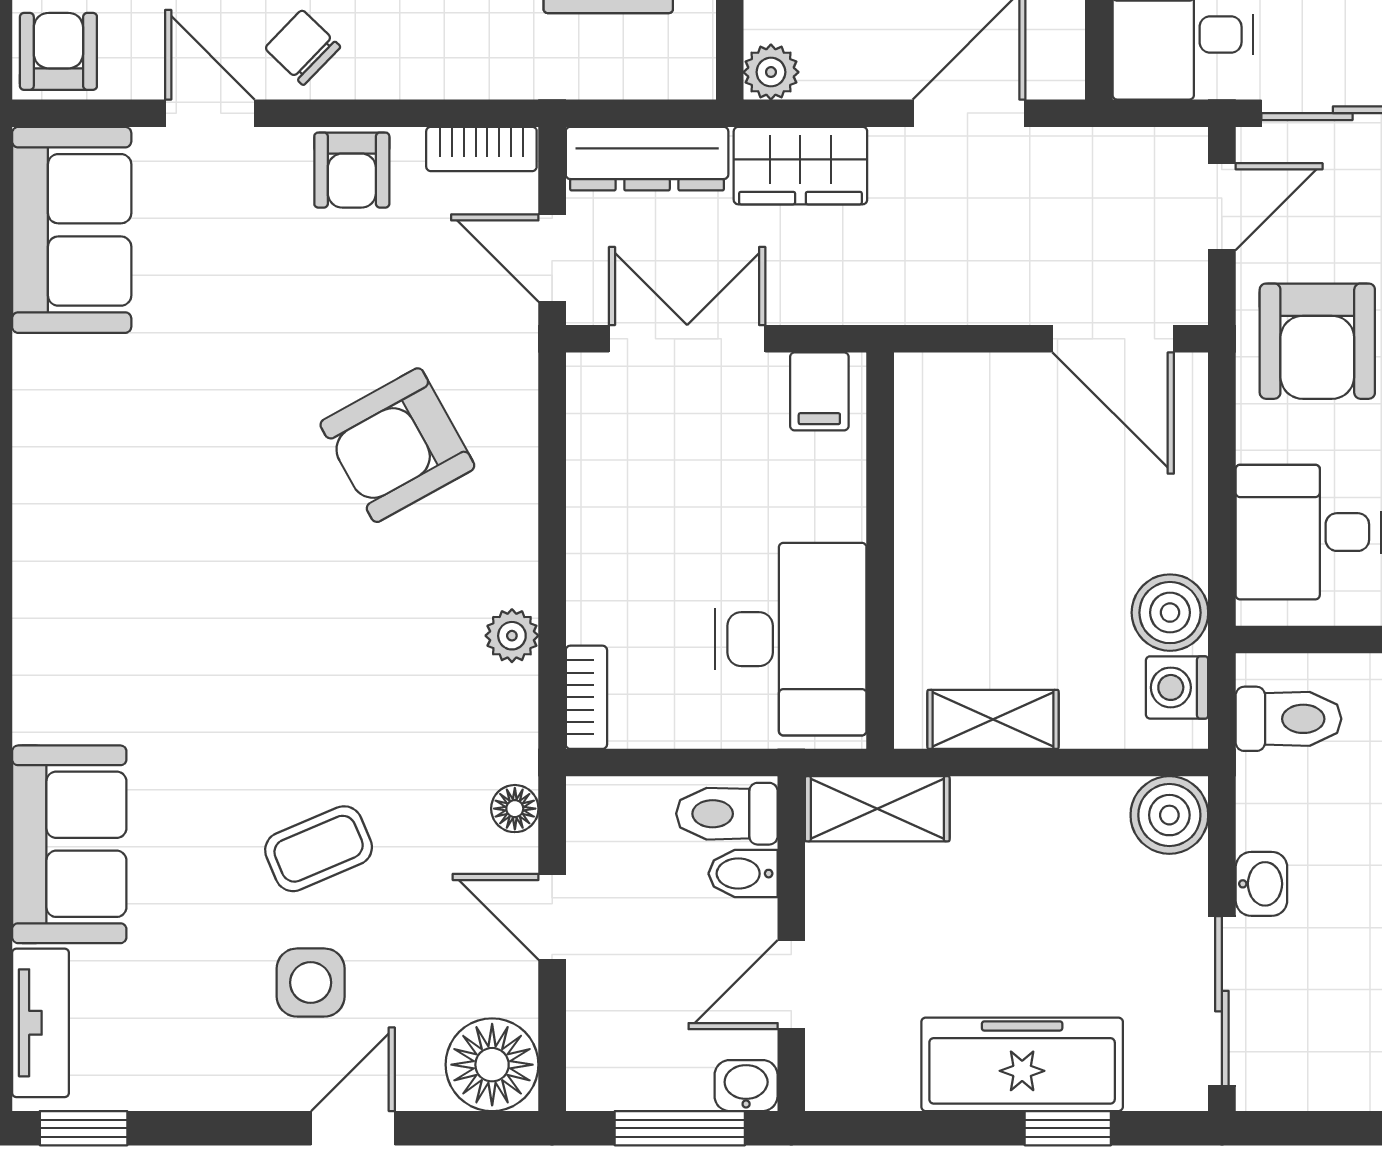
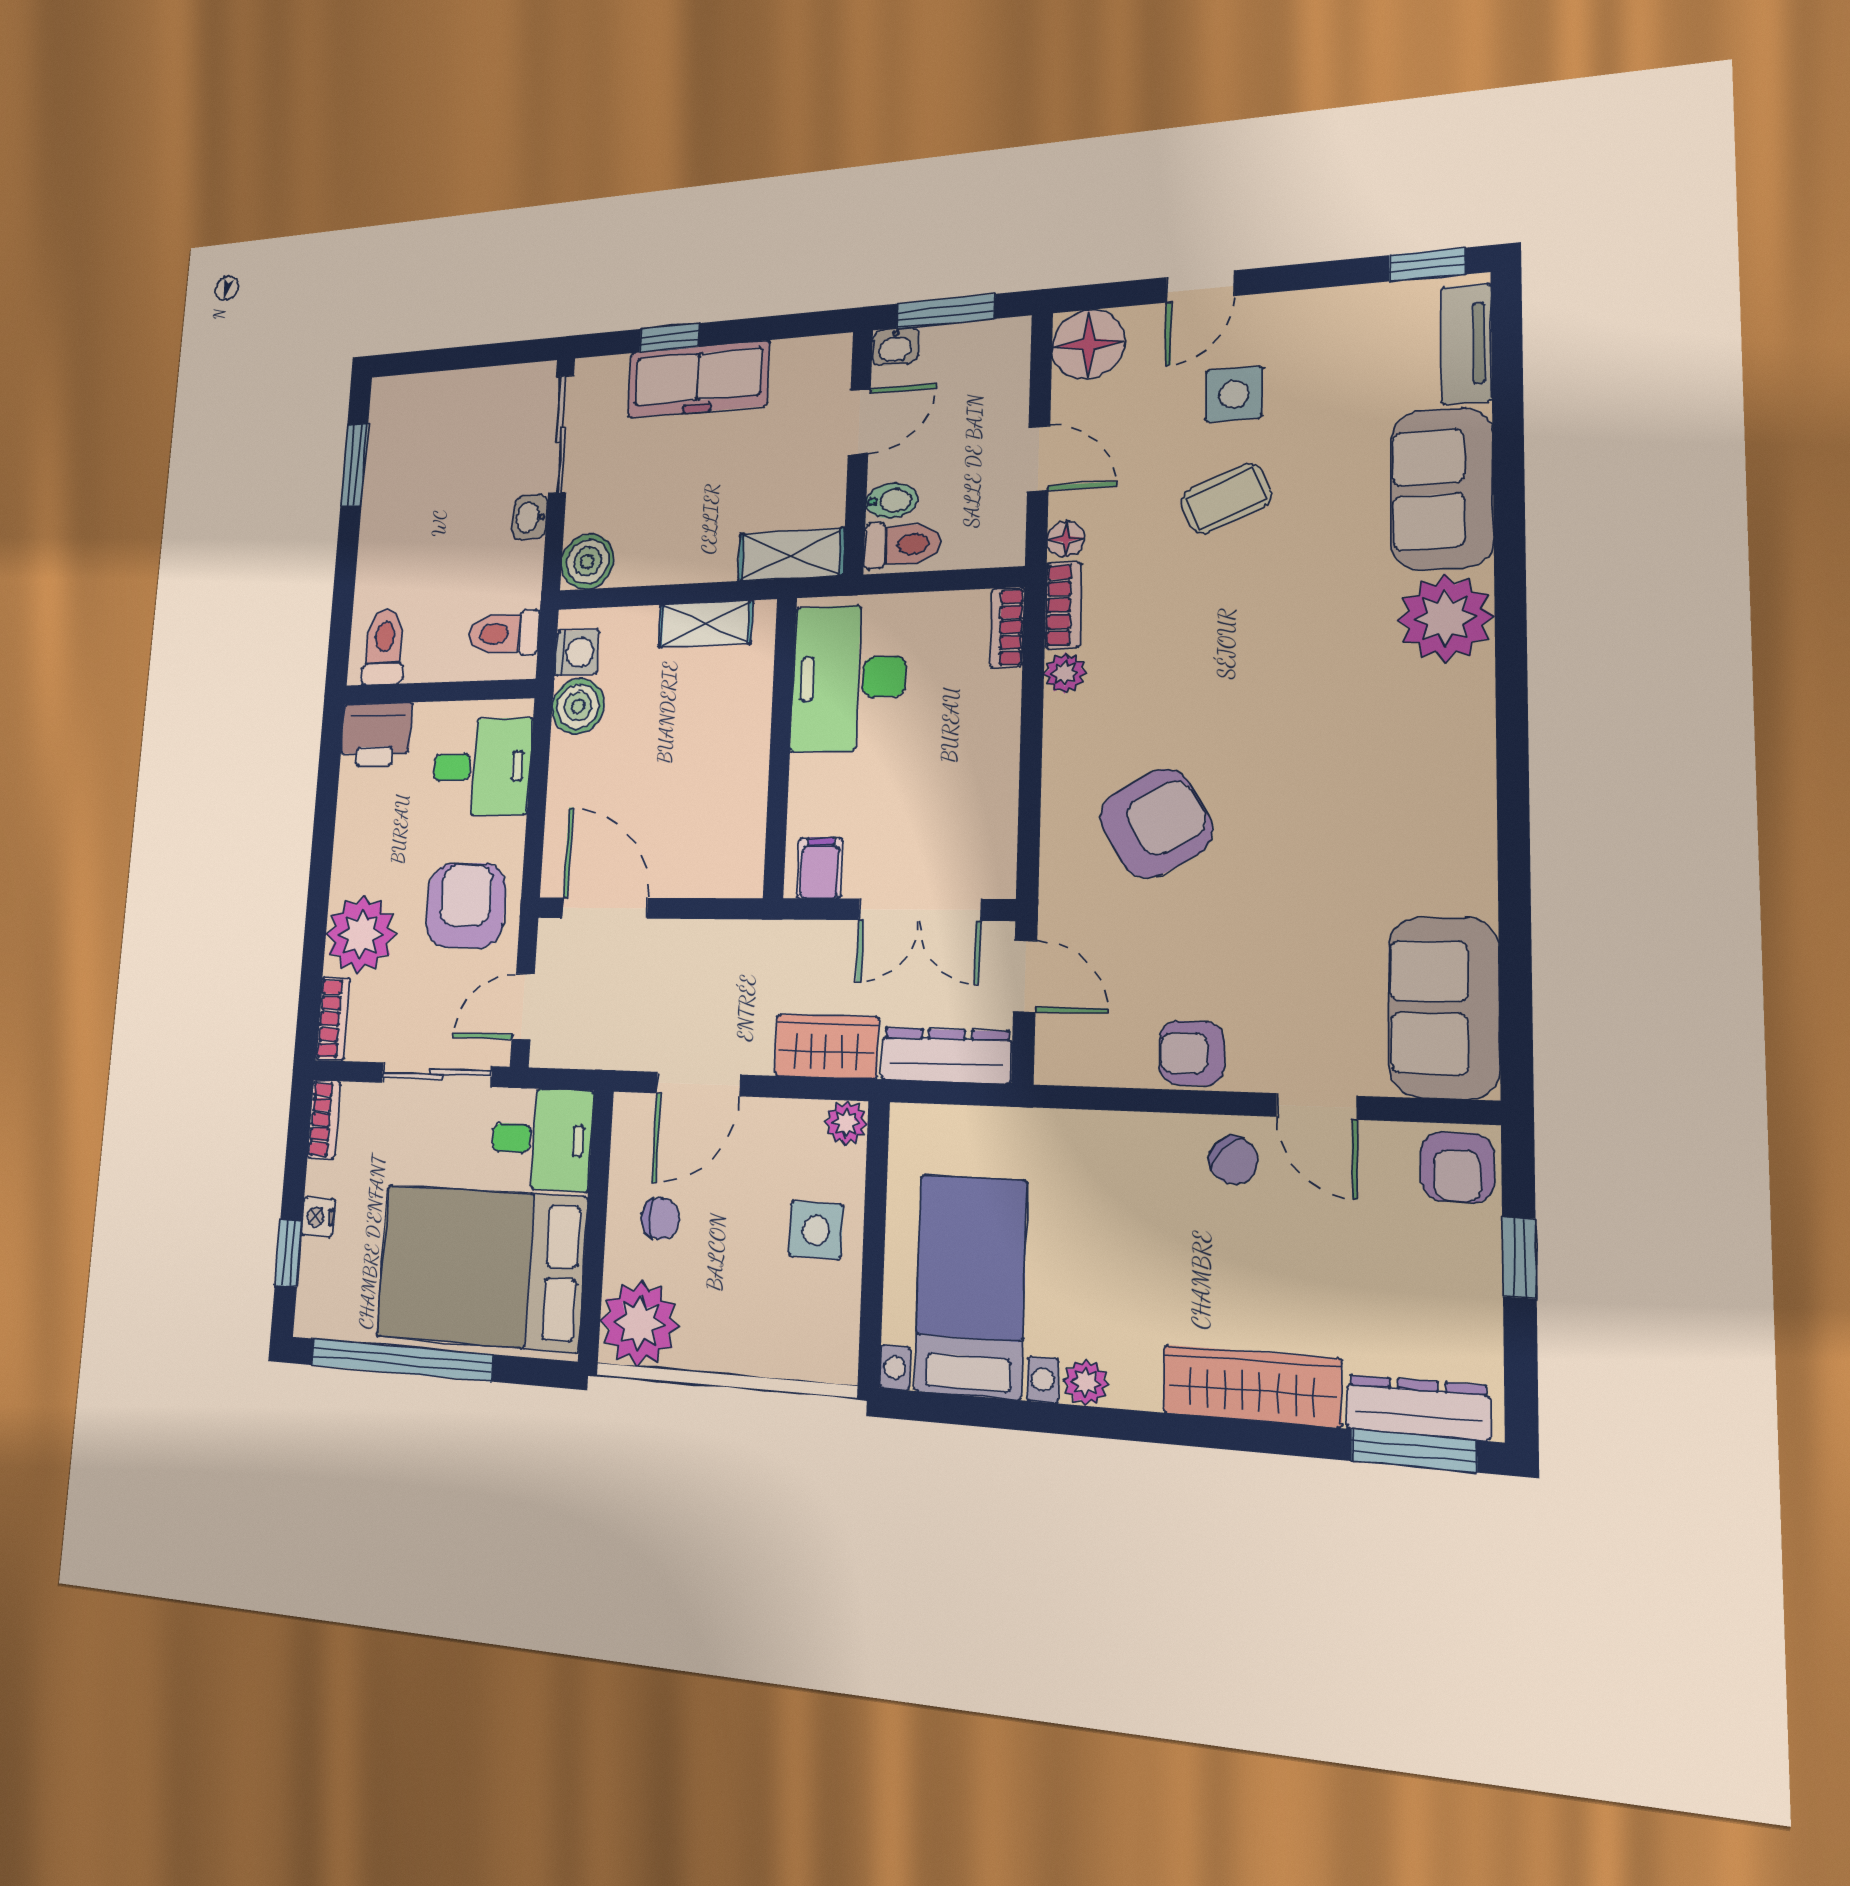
bookcase: (481, 149) -> (1063, 605), moved, turned 90
armchair: (352, 170) -> (1192, 1053), turned -90
plant: (66, 686) -> (1445, 618), added

